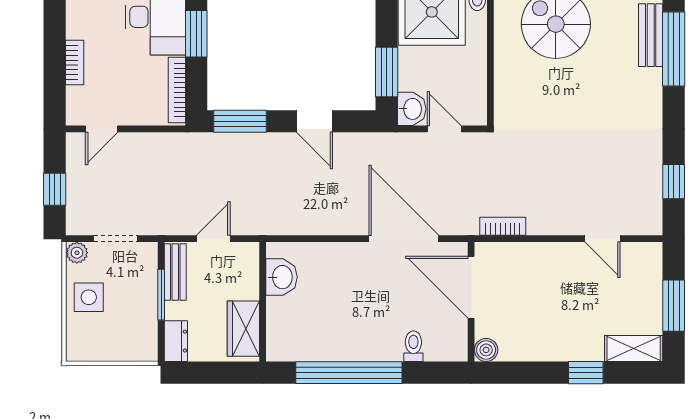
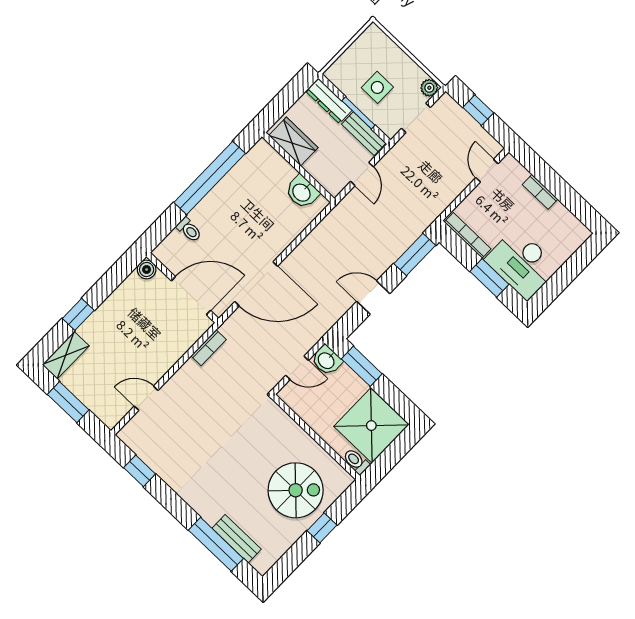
side table: (89, 297) -> (377, 87), moved
dresser: (176, 341) -> (329, 101), width x1.44

